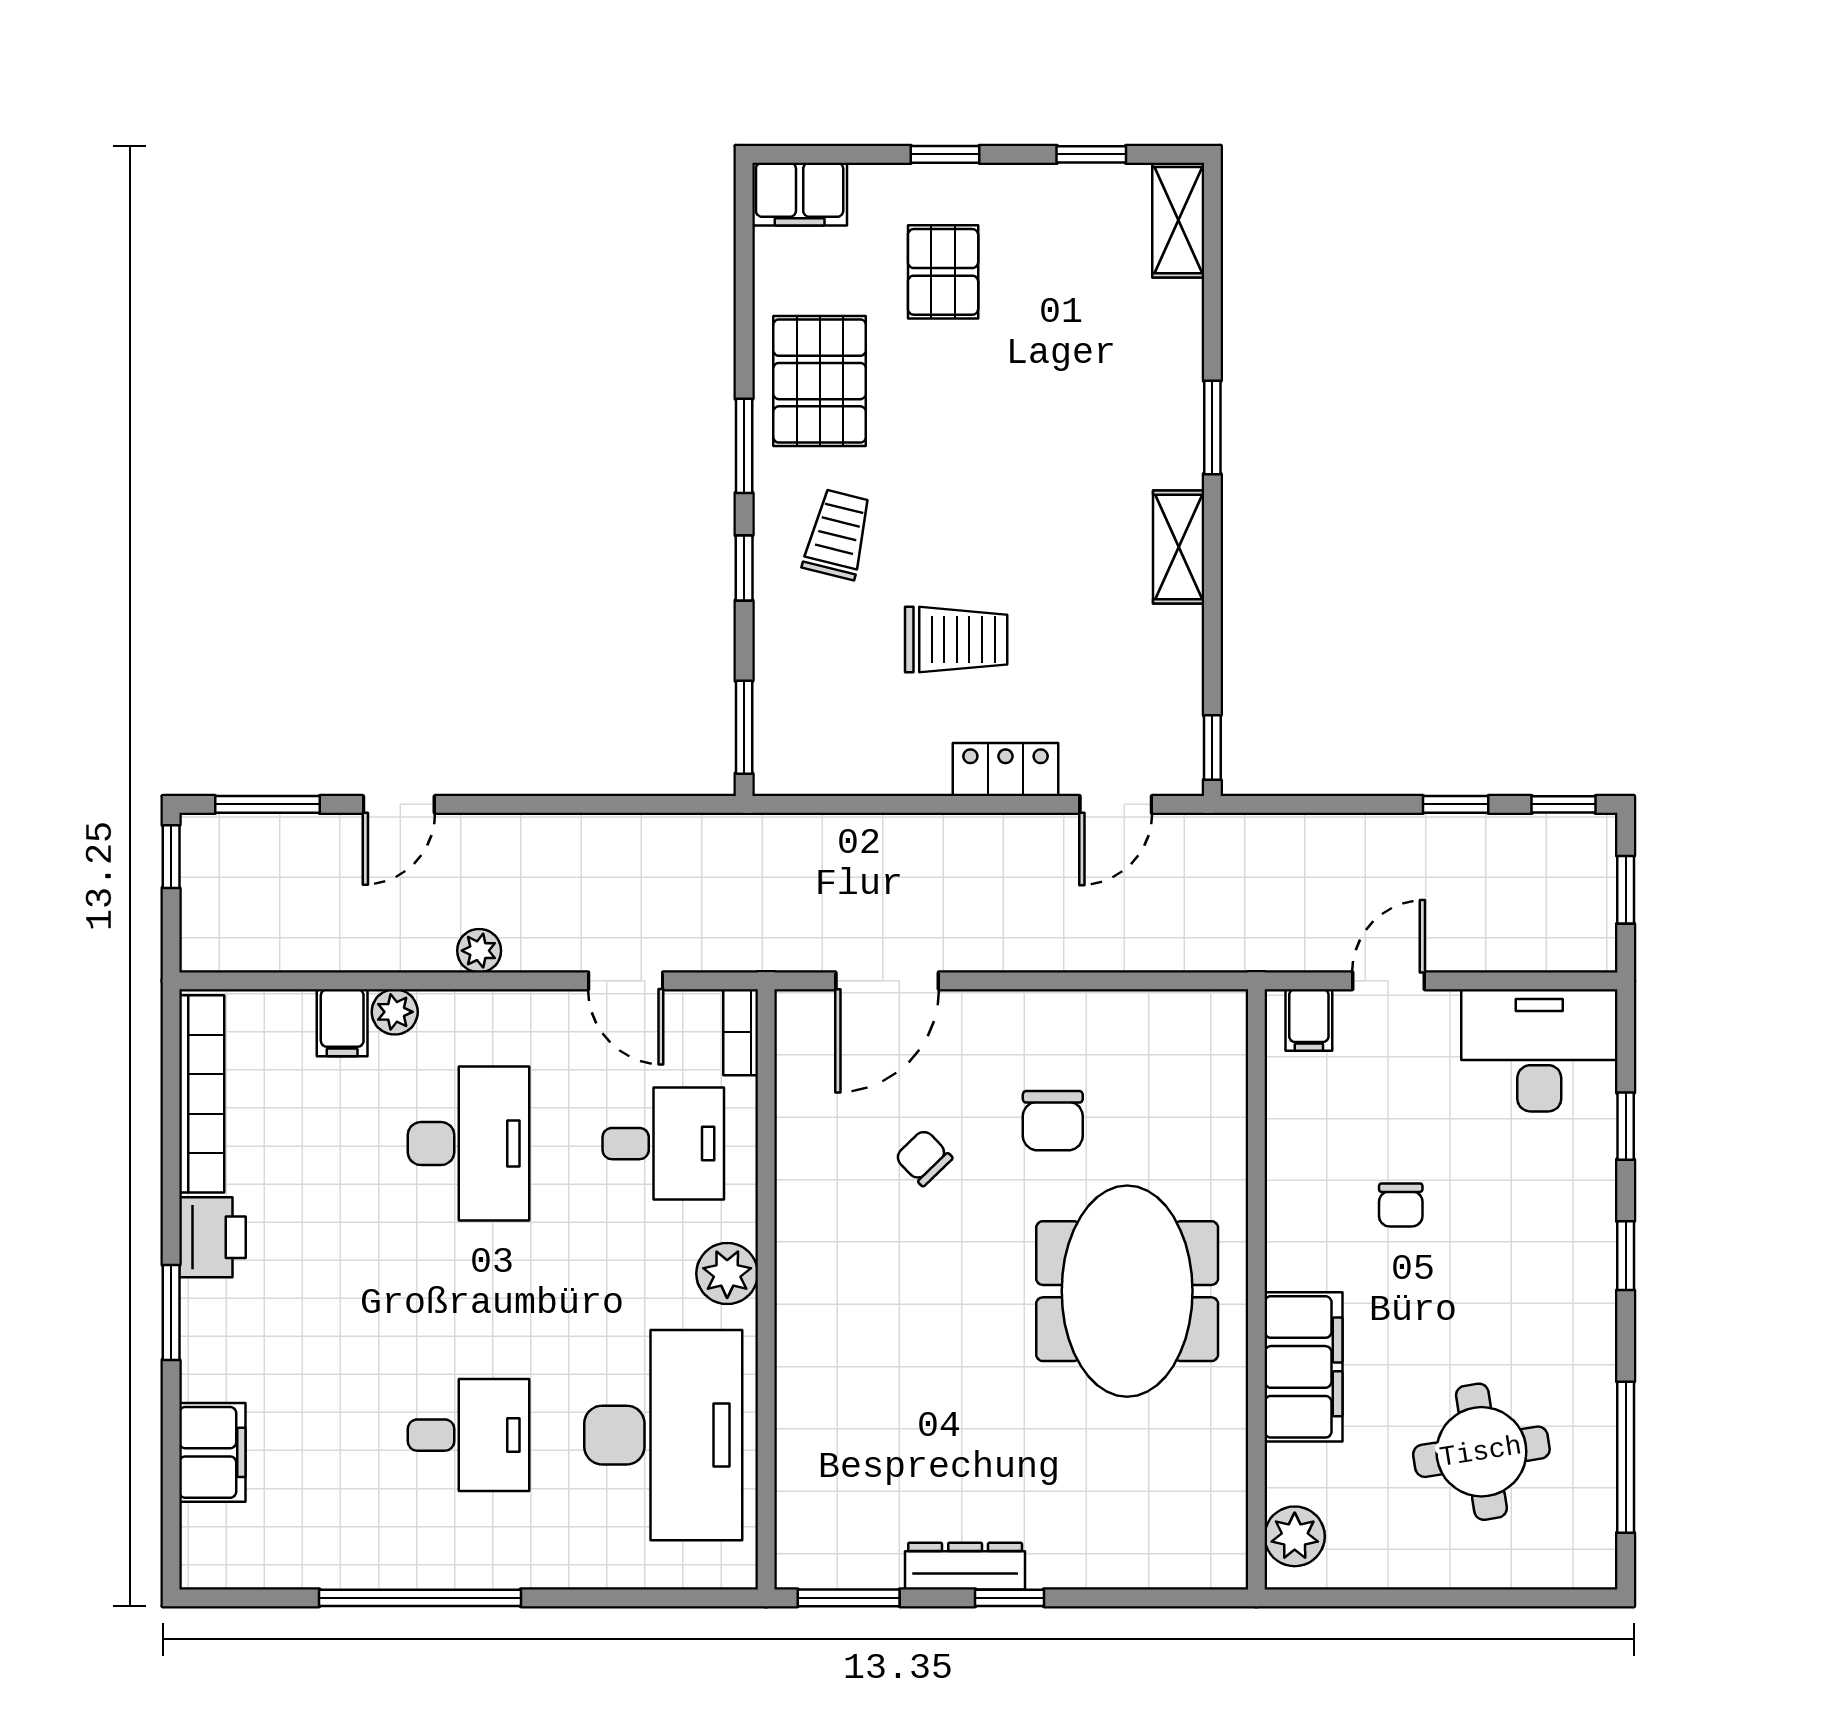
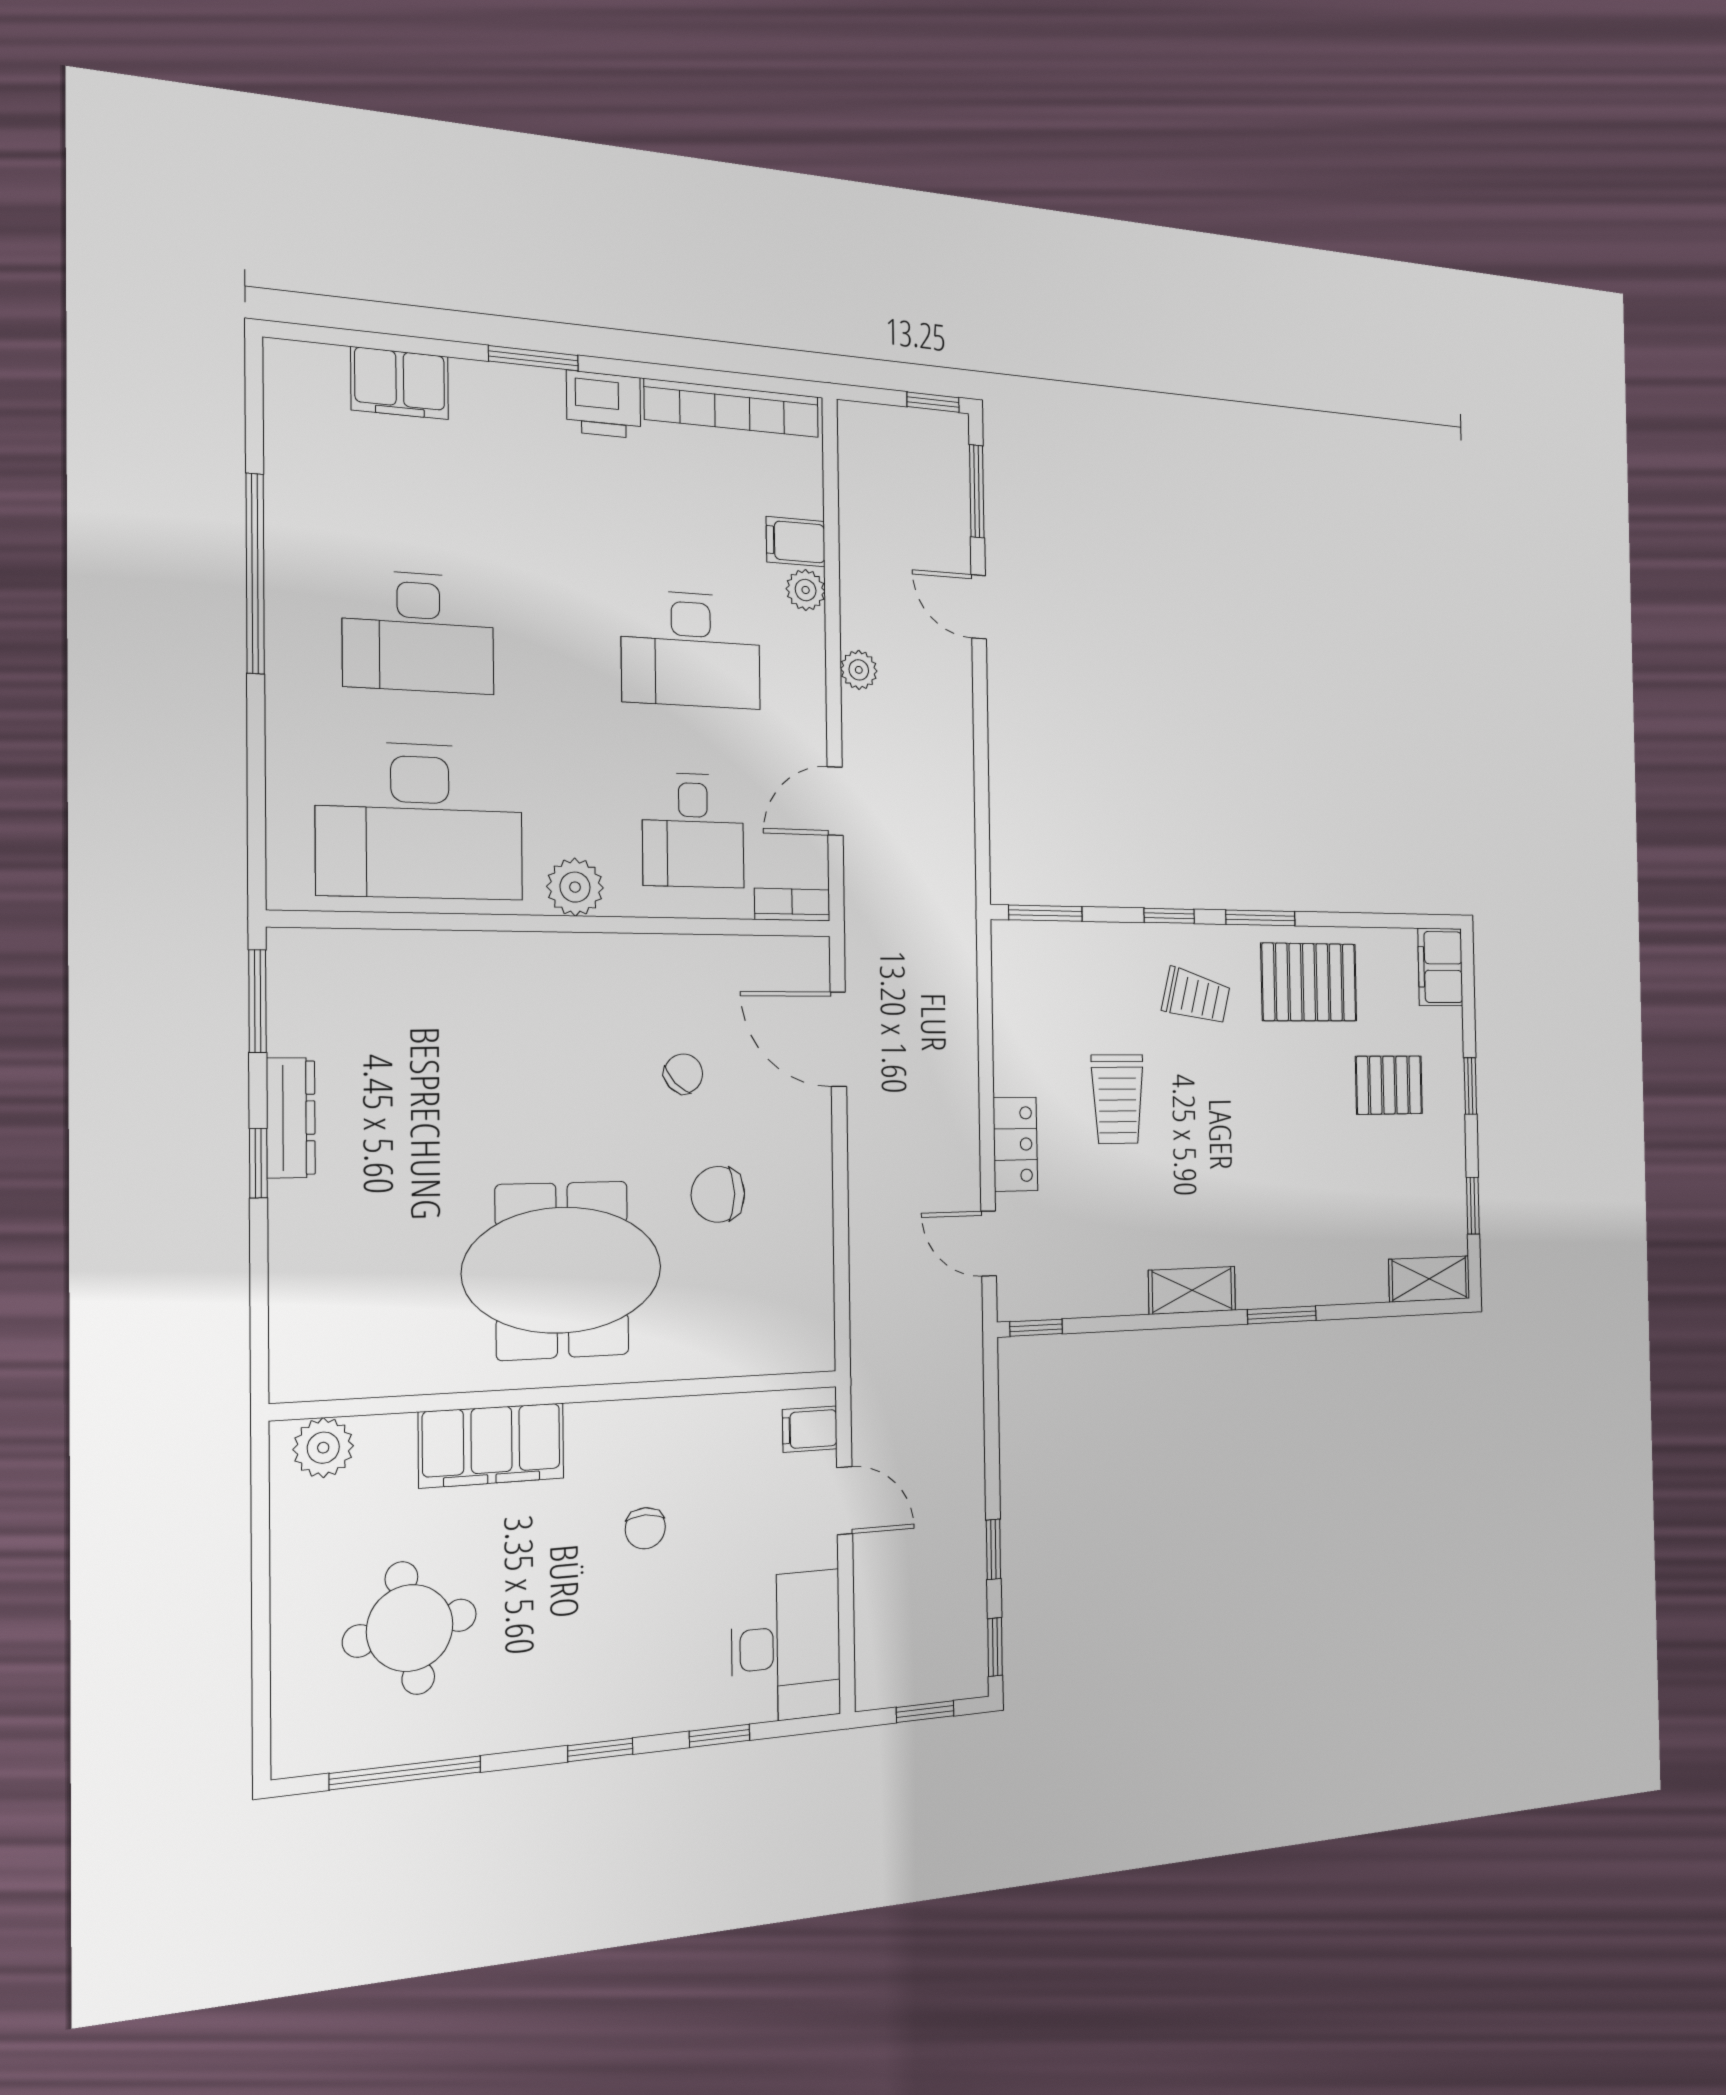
chair: (1401, 1205) -> (645, 1528), turned -90
desk: (469, 1435) -> (419, 632), width x1.37

